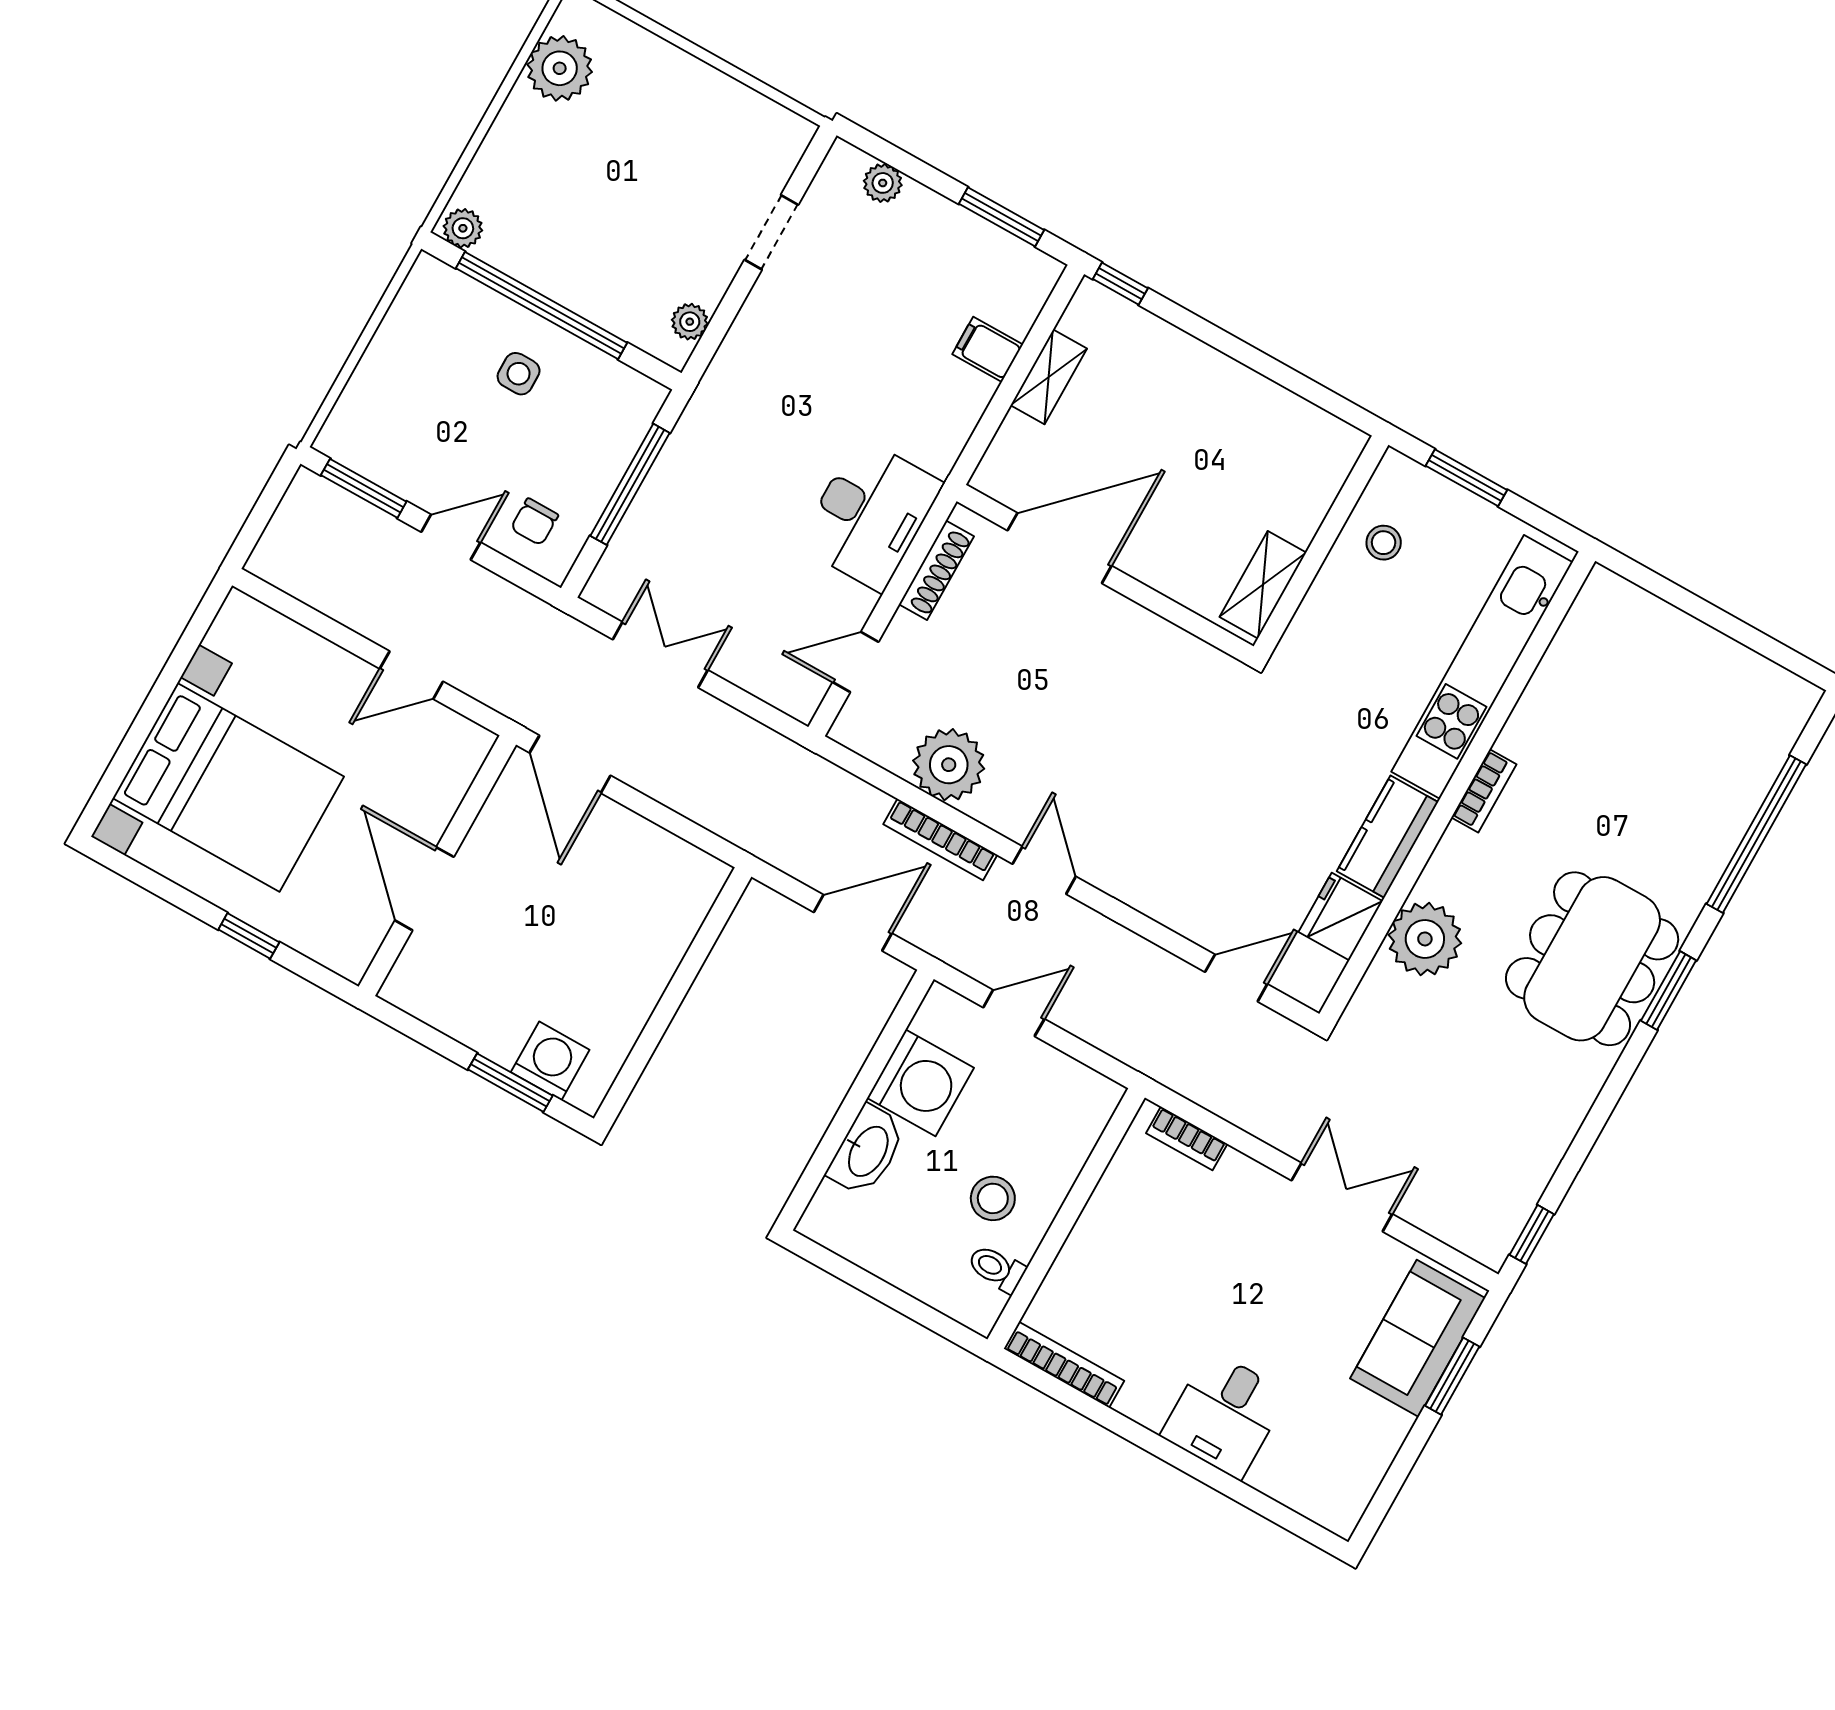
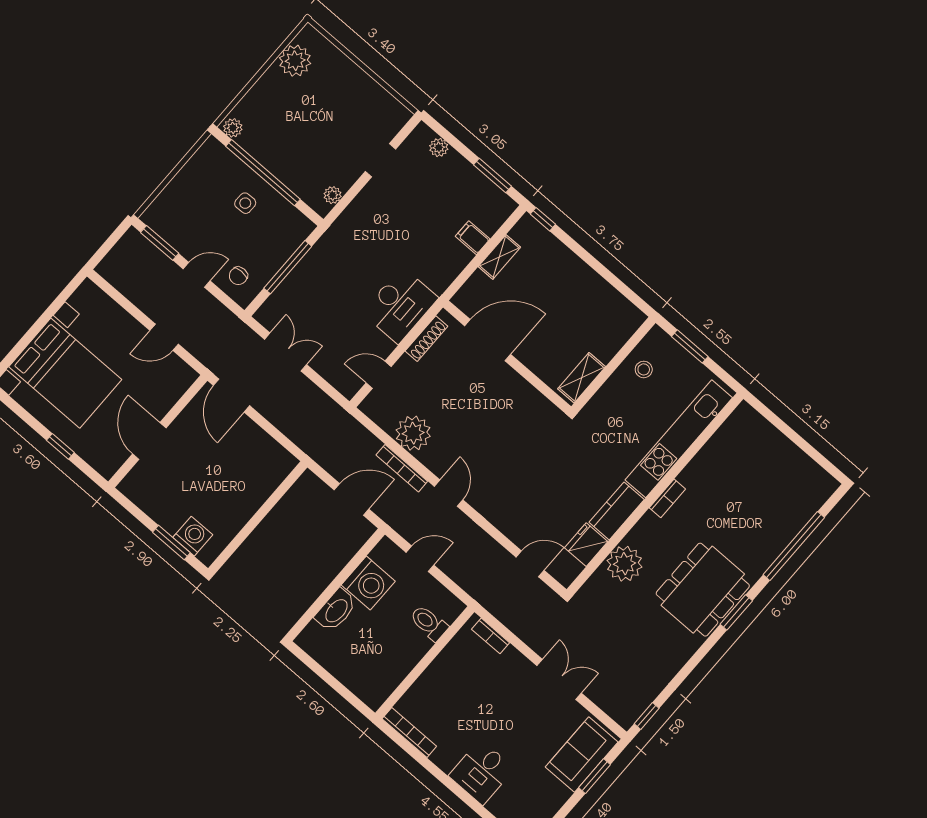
stool: (993, 1198) -> (392, 646), removed
toilet: (997, 1269) -> (429, 623), moved, width x1.37, depth x1.39

